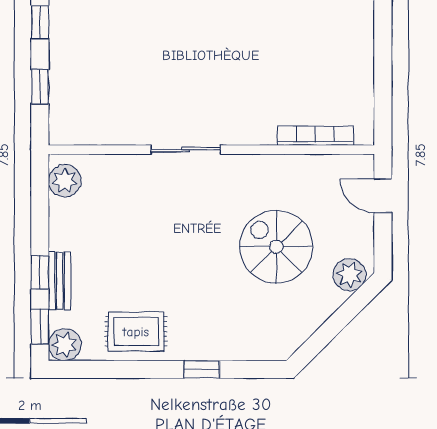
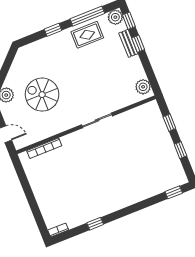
spiral stairs: (276, 247) -> (42, 95), turned 180
window: (121, 369) -> (87, 16), added

